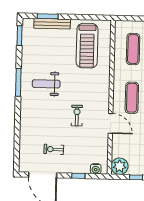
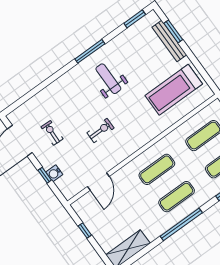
door: (111, 123) -> (98, 182), moved
plant: (120, 166) -> (83, 207), removed
water cooler: (96, 169) -> (54, 173), moved

